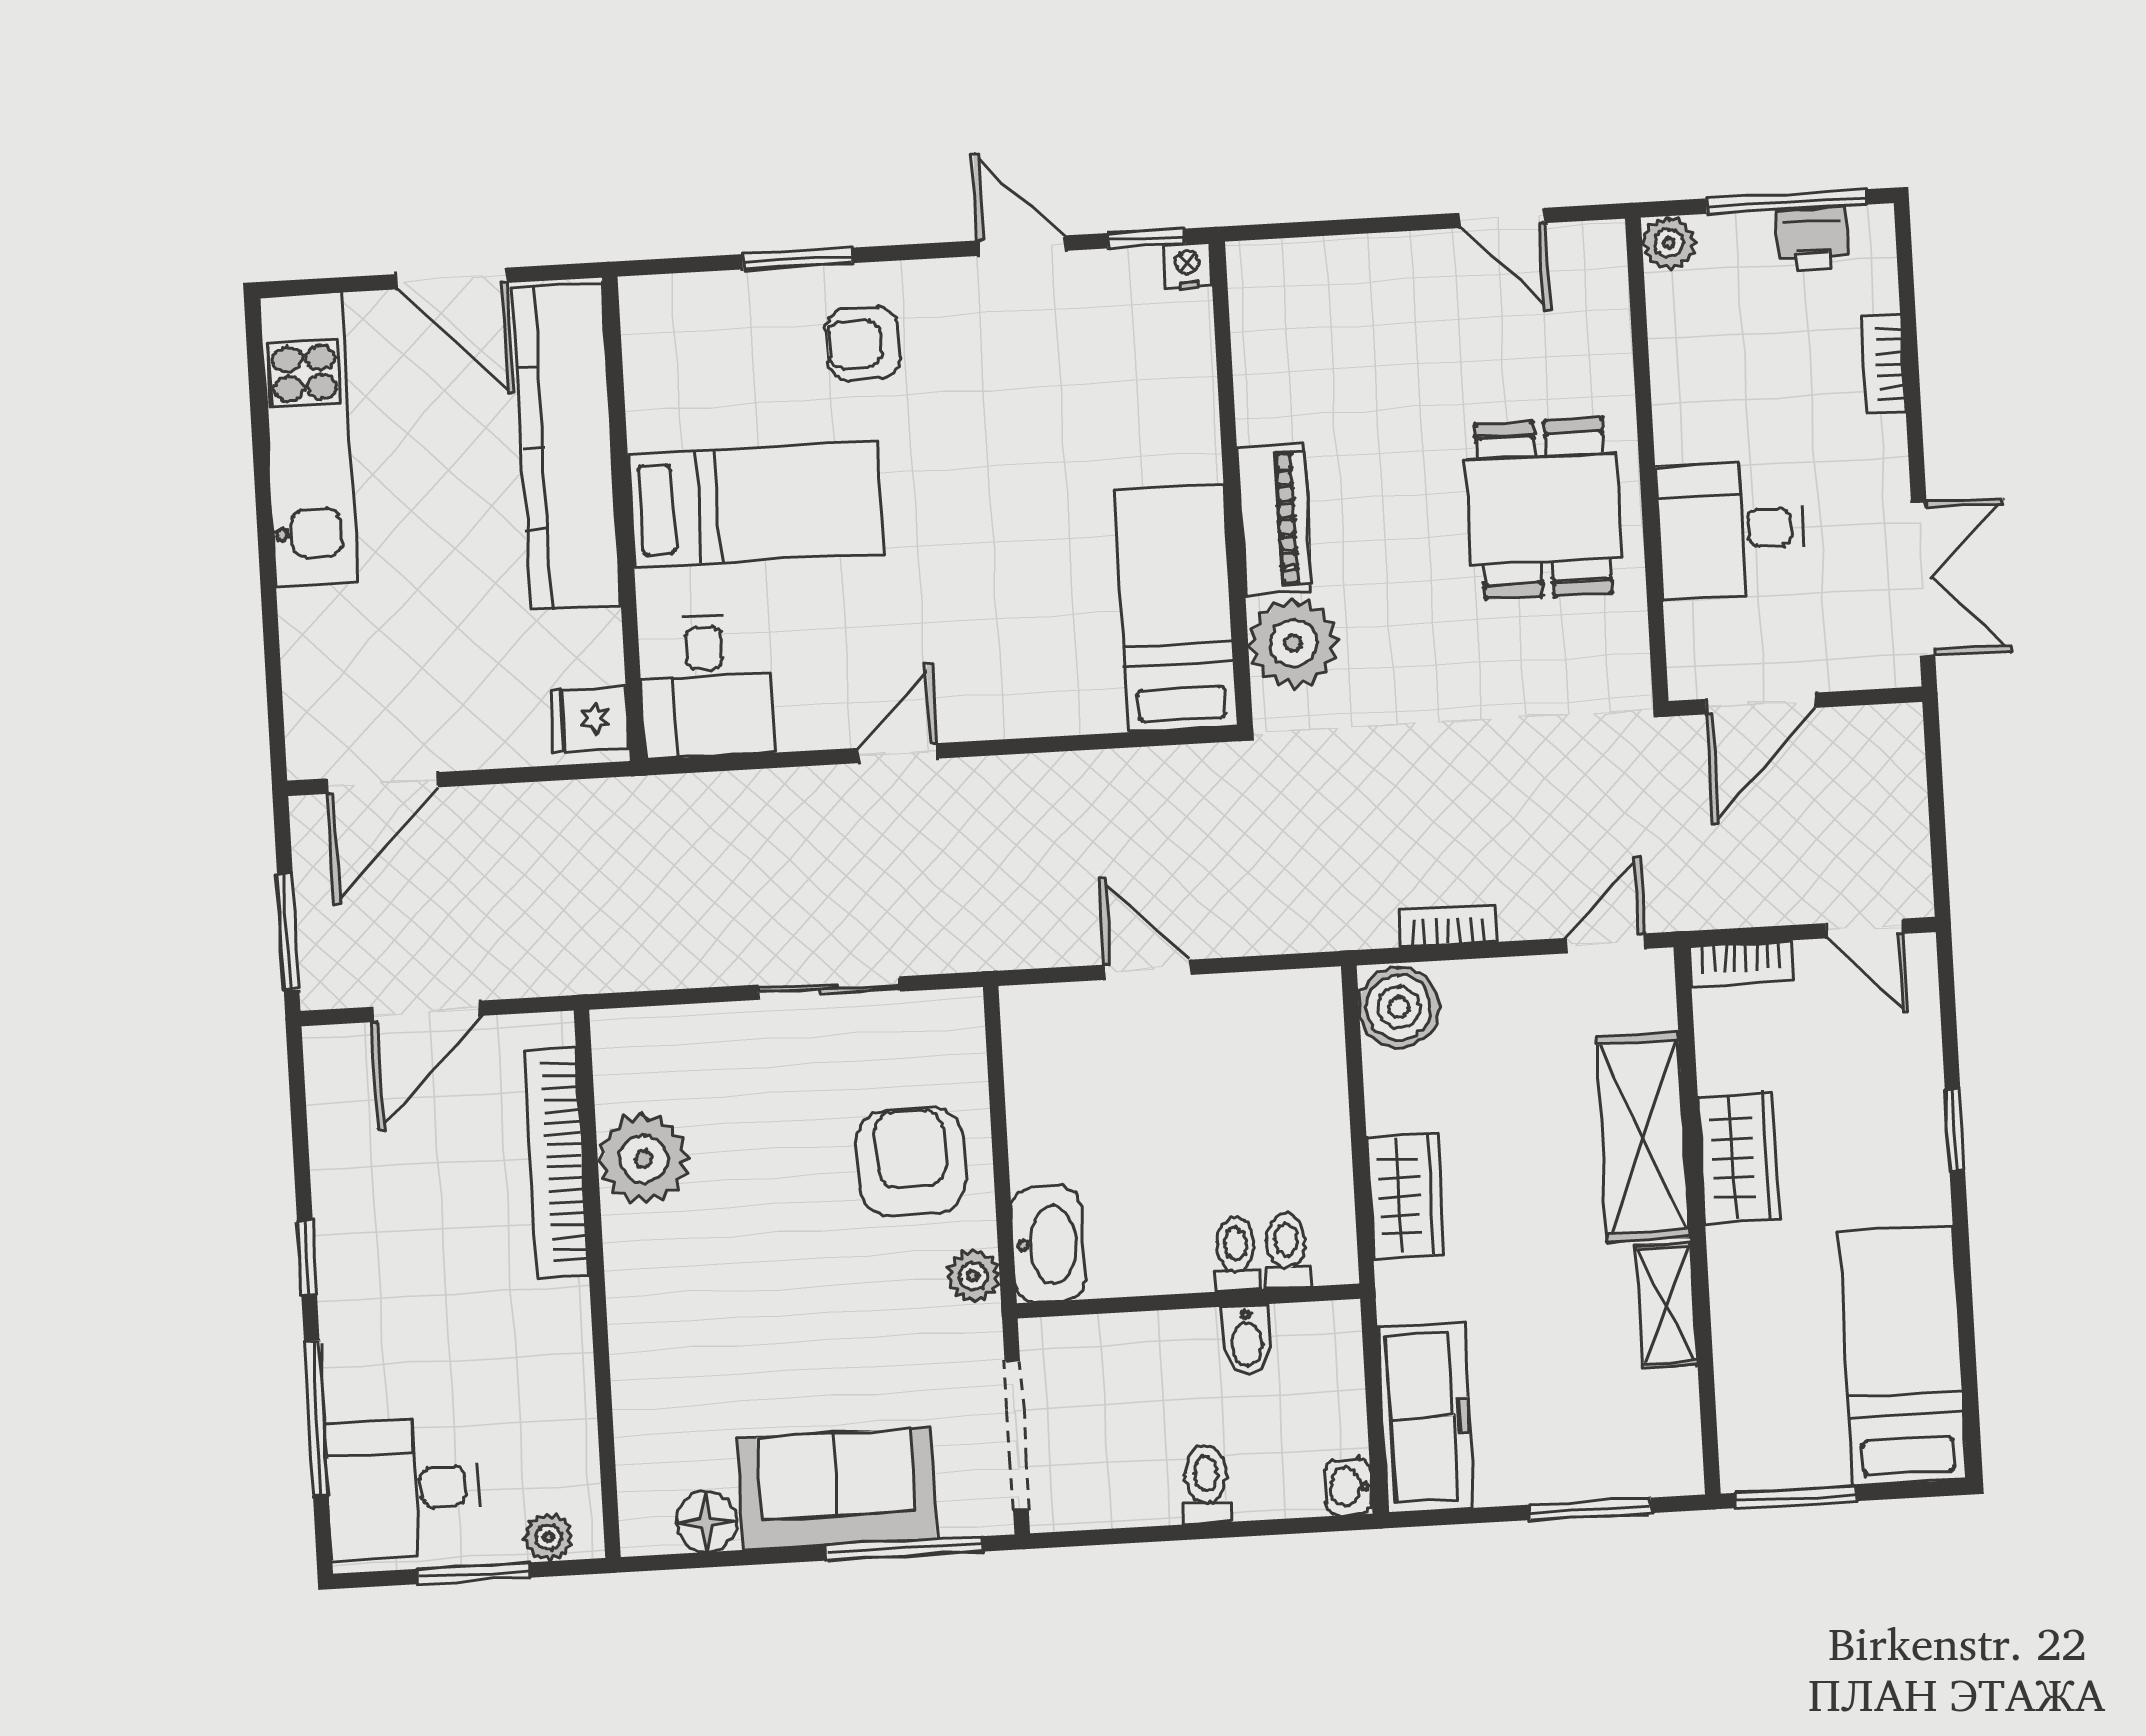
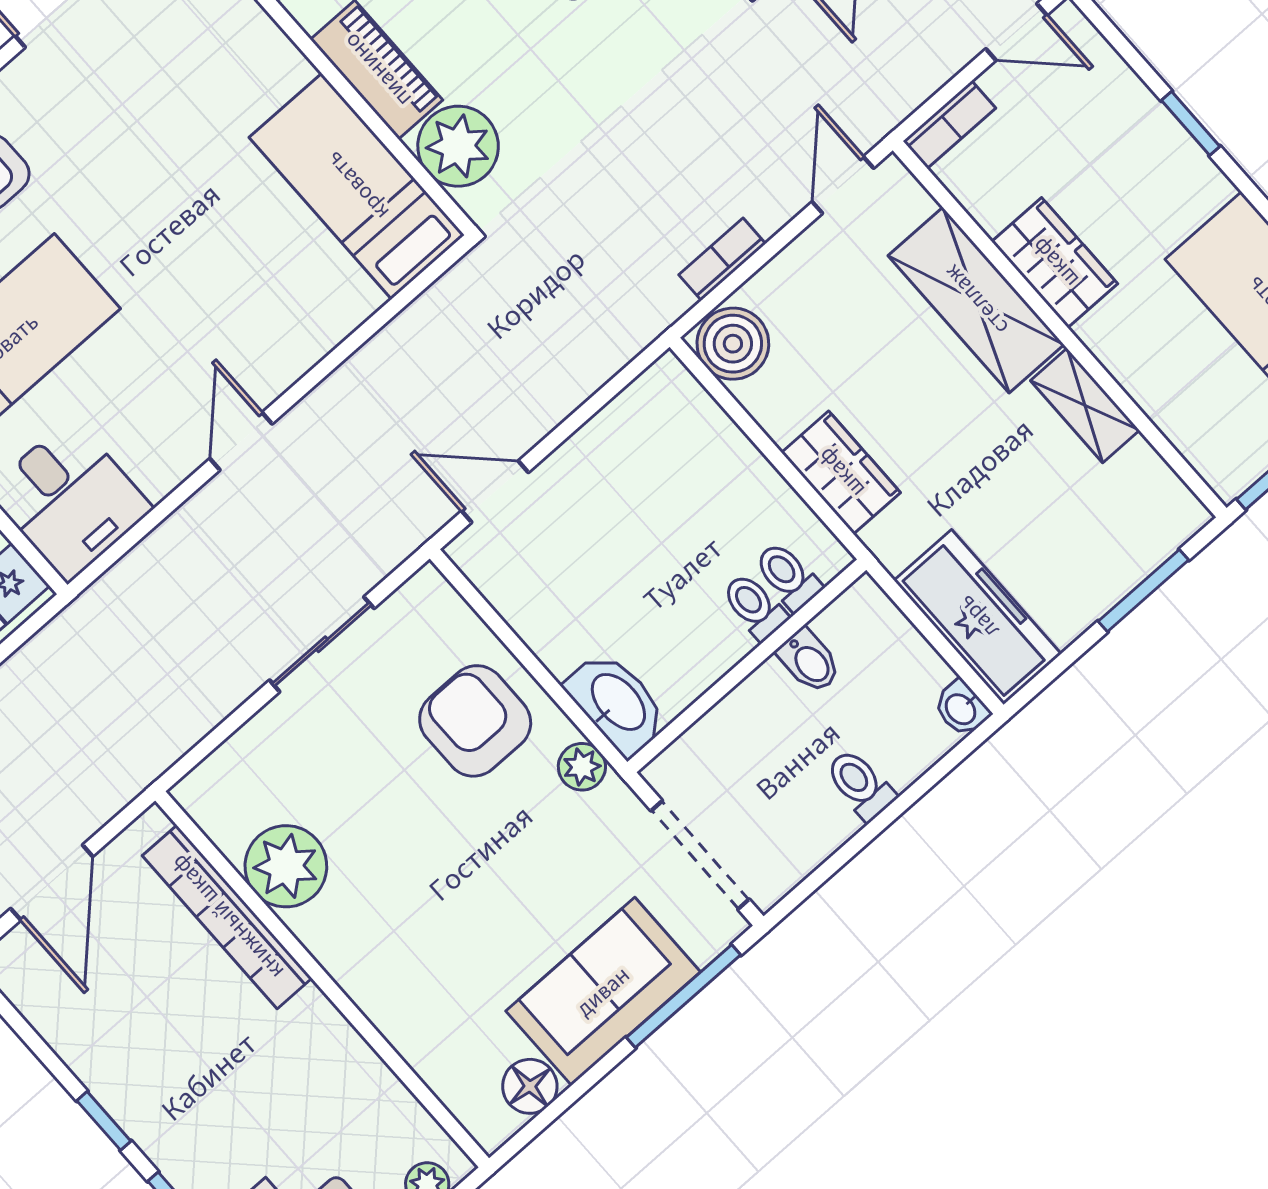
door: (1148, 970) -> (495, 492), moved

